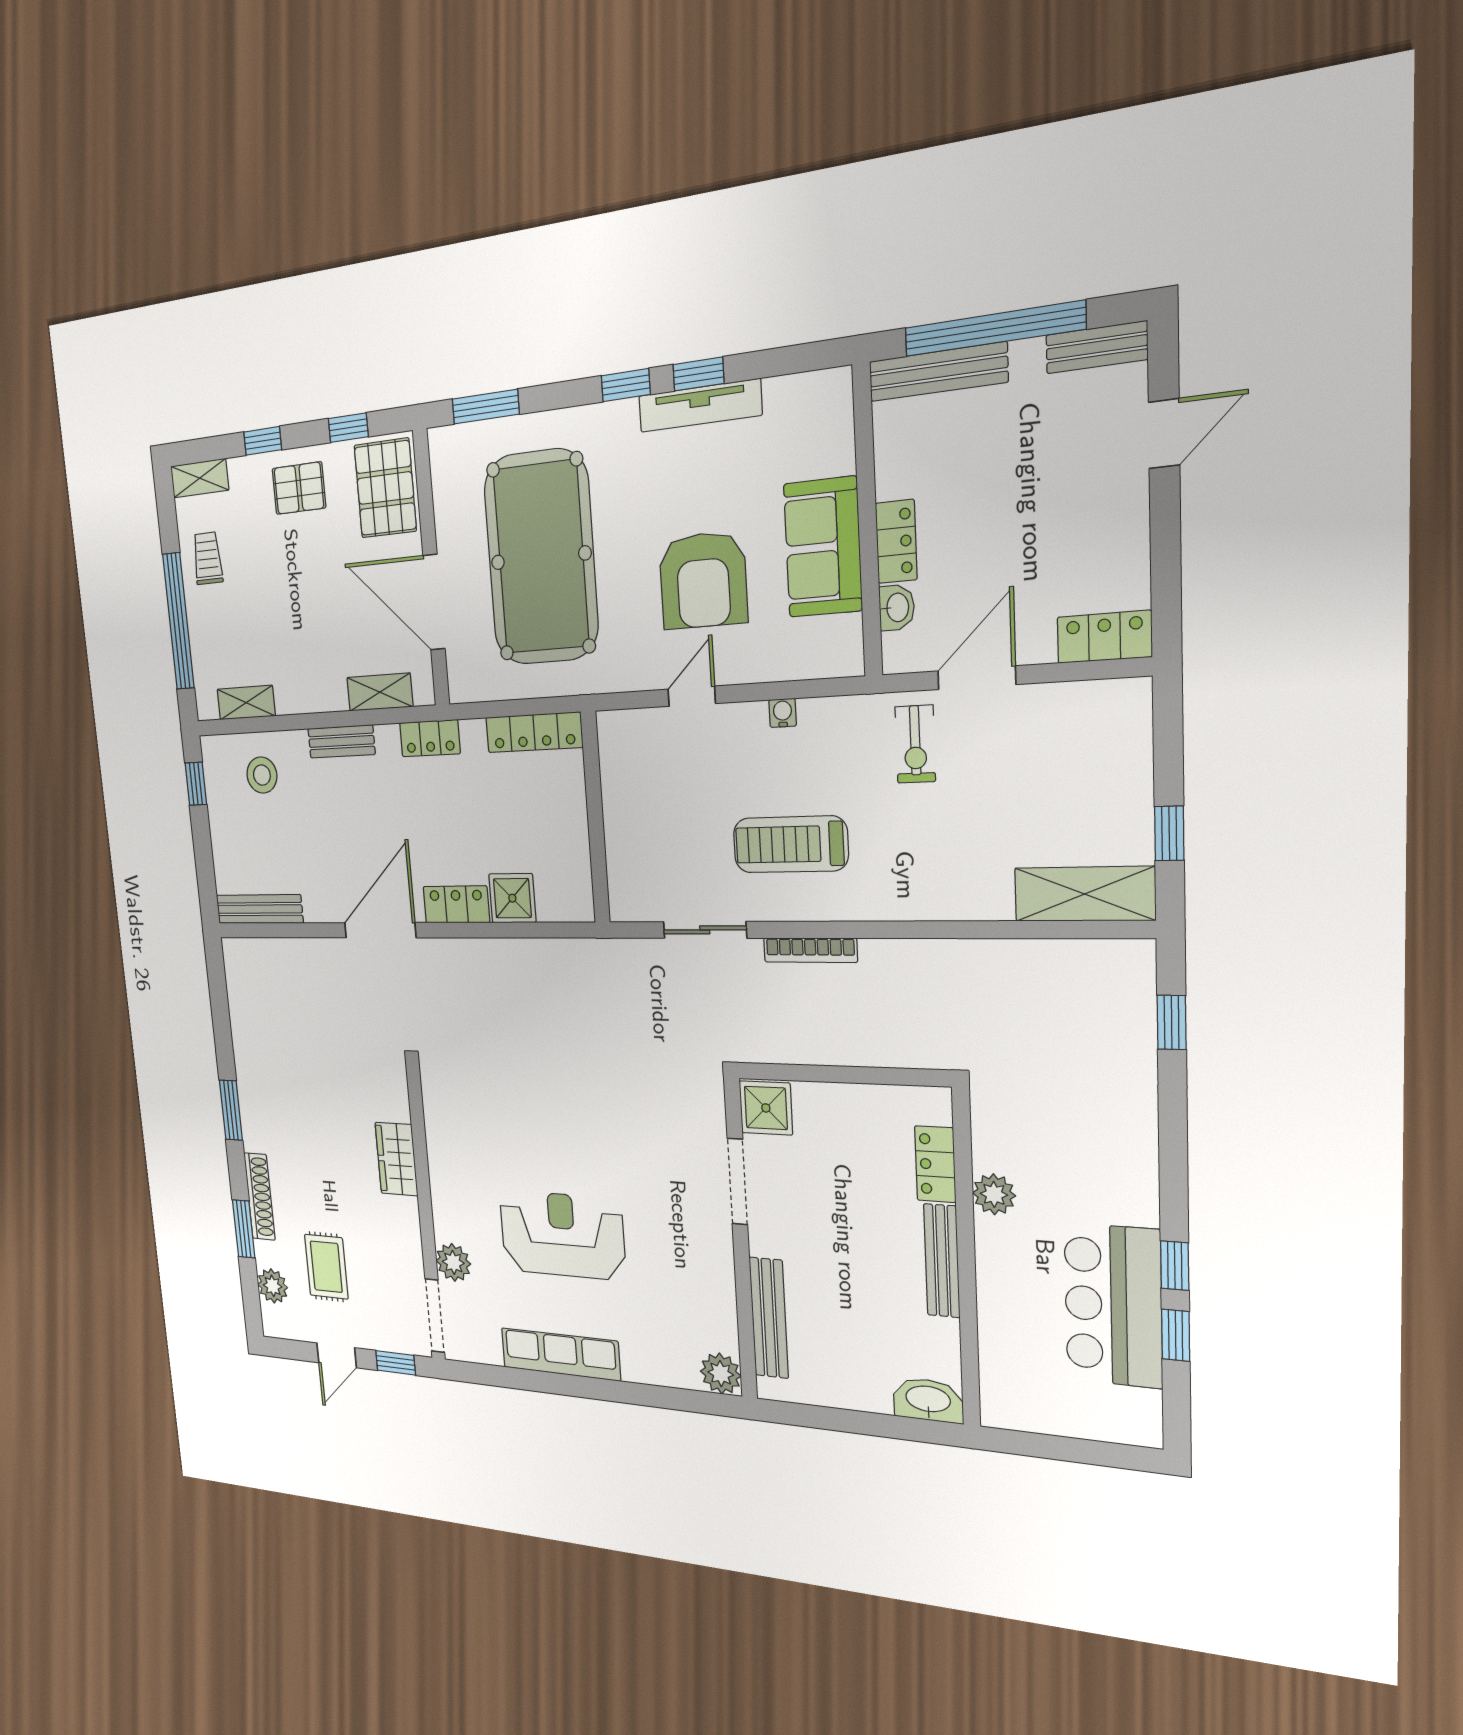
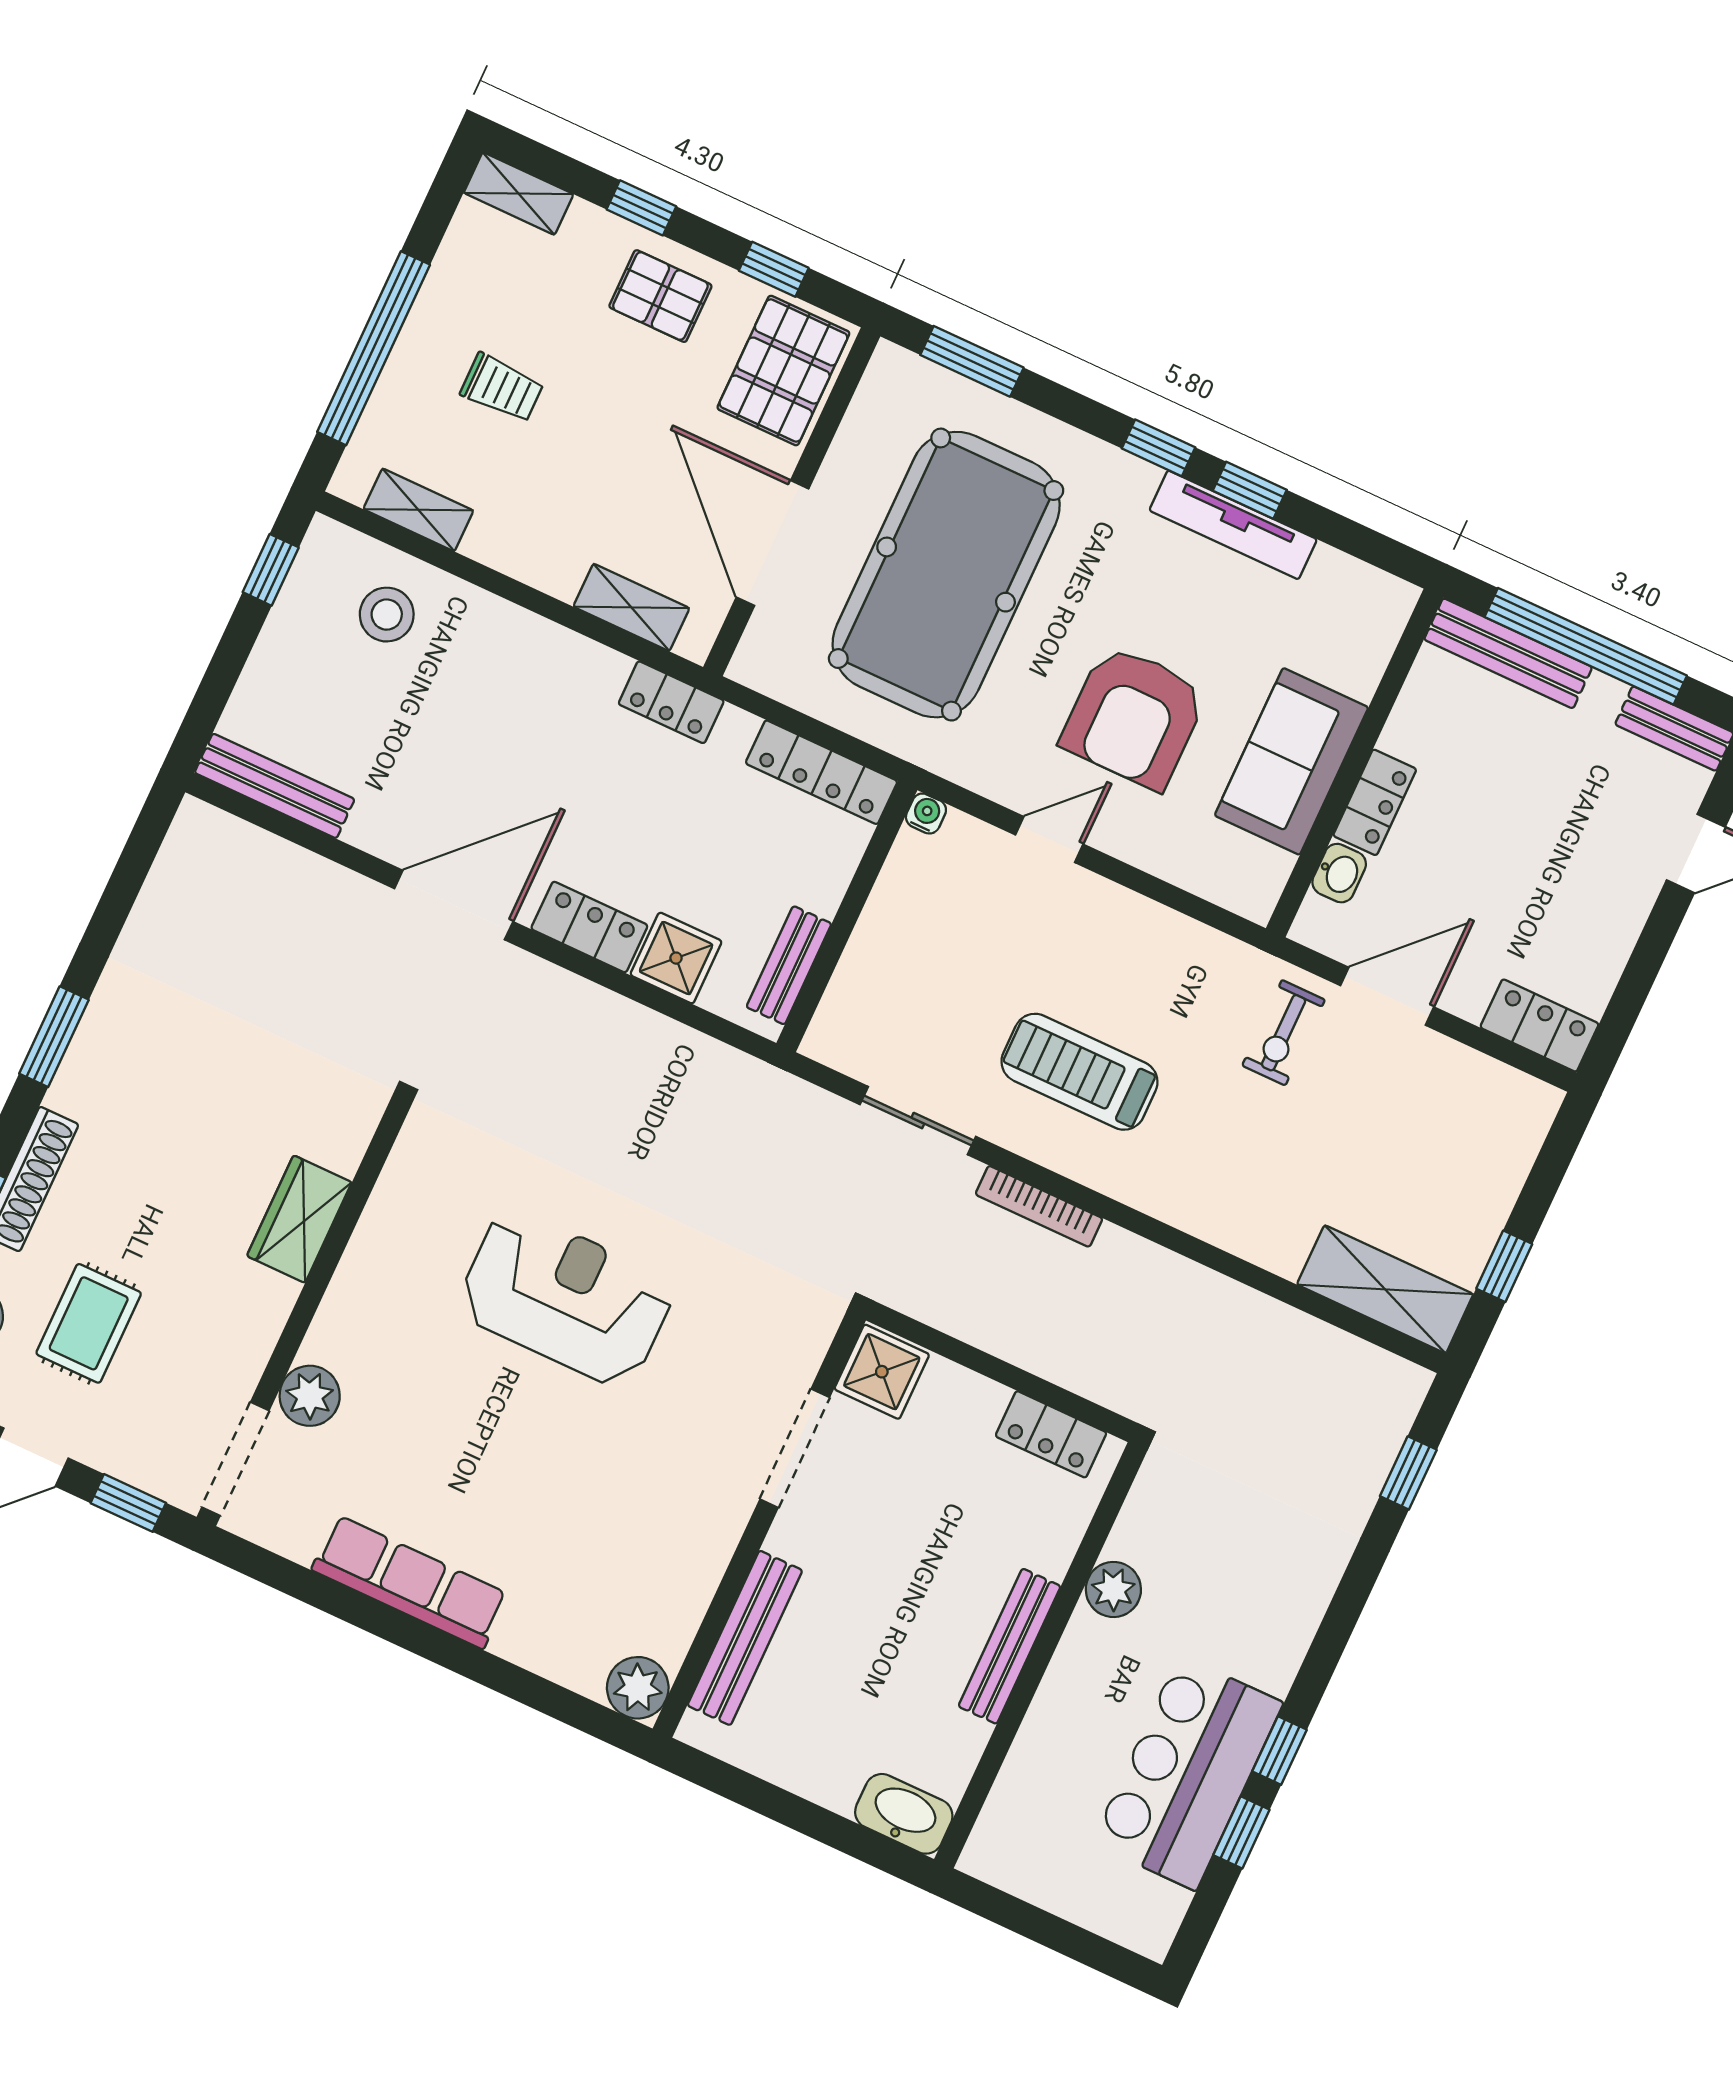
trolley: (208, 558) -> (502, 388), moved, turned 90
water cooler: (783, 713) -> (926, 814), moved
bench: (341, 741) -> (789, 965), moved, turned 90
locker: (935, 1164) -> (1051, 1434), moved, turned -90
reception desk: (562, 1235) -> (566, 1298), moved

